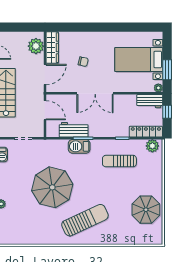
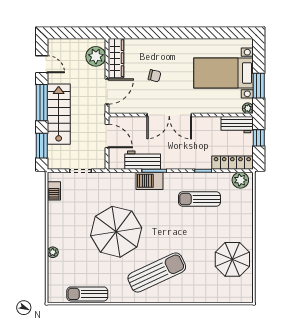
sun lounger: (29, 237) -> (87, 294), added

